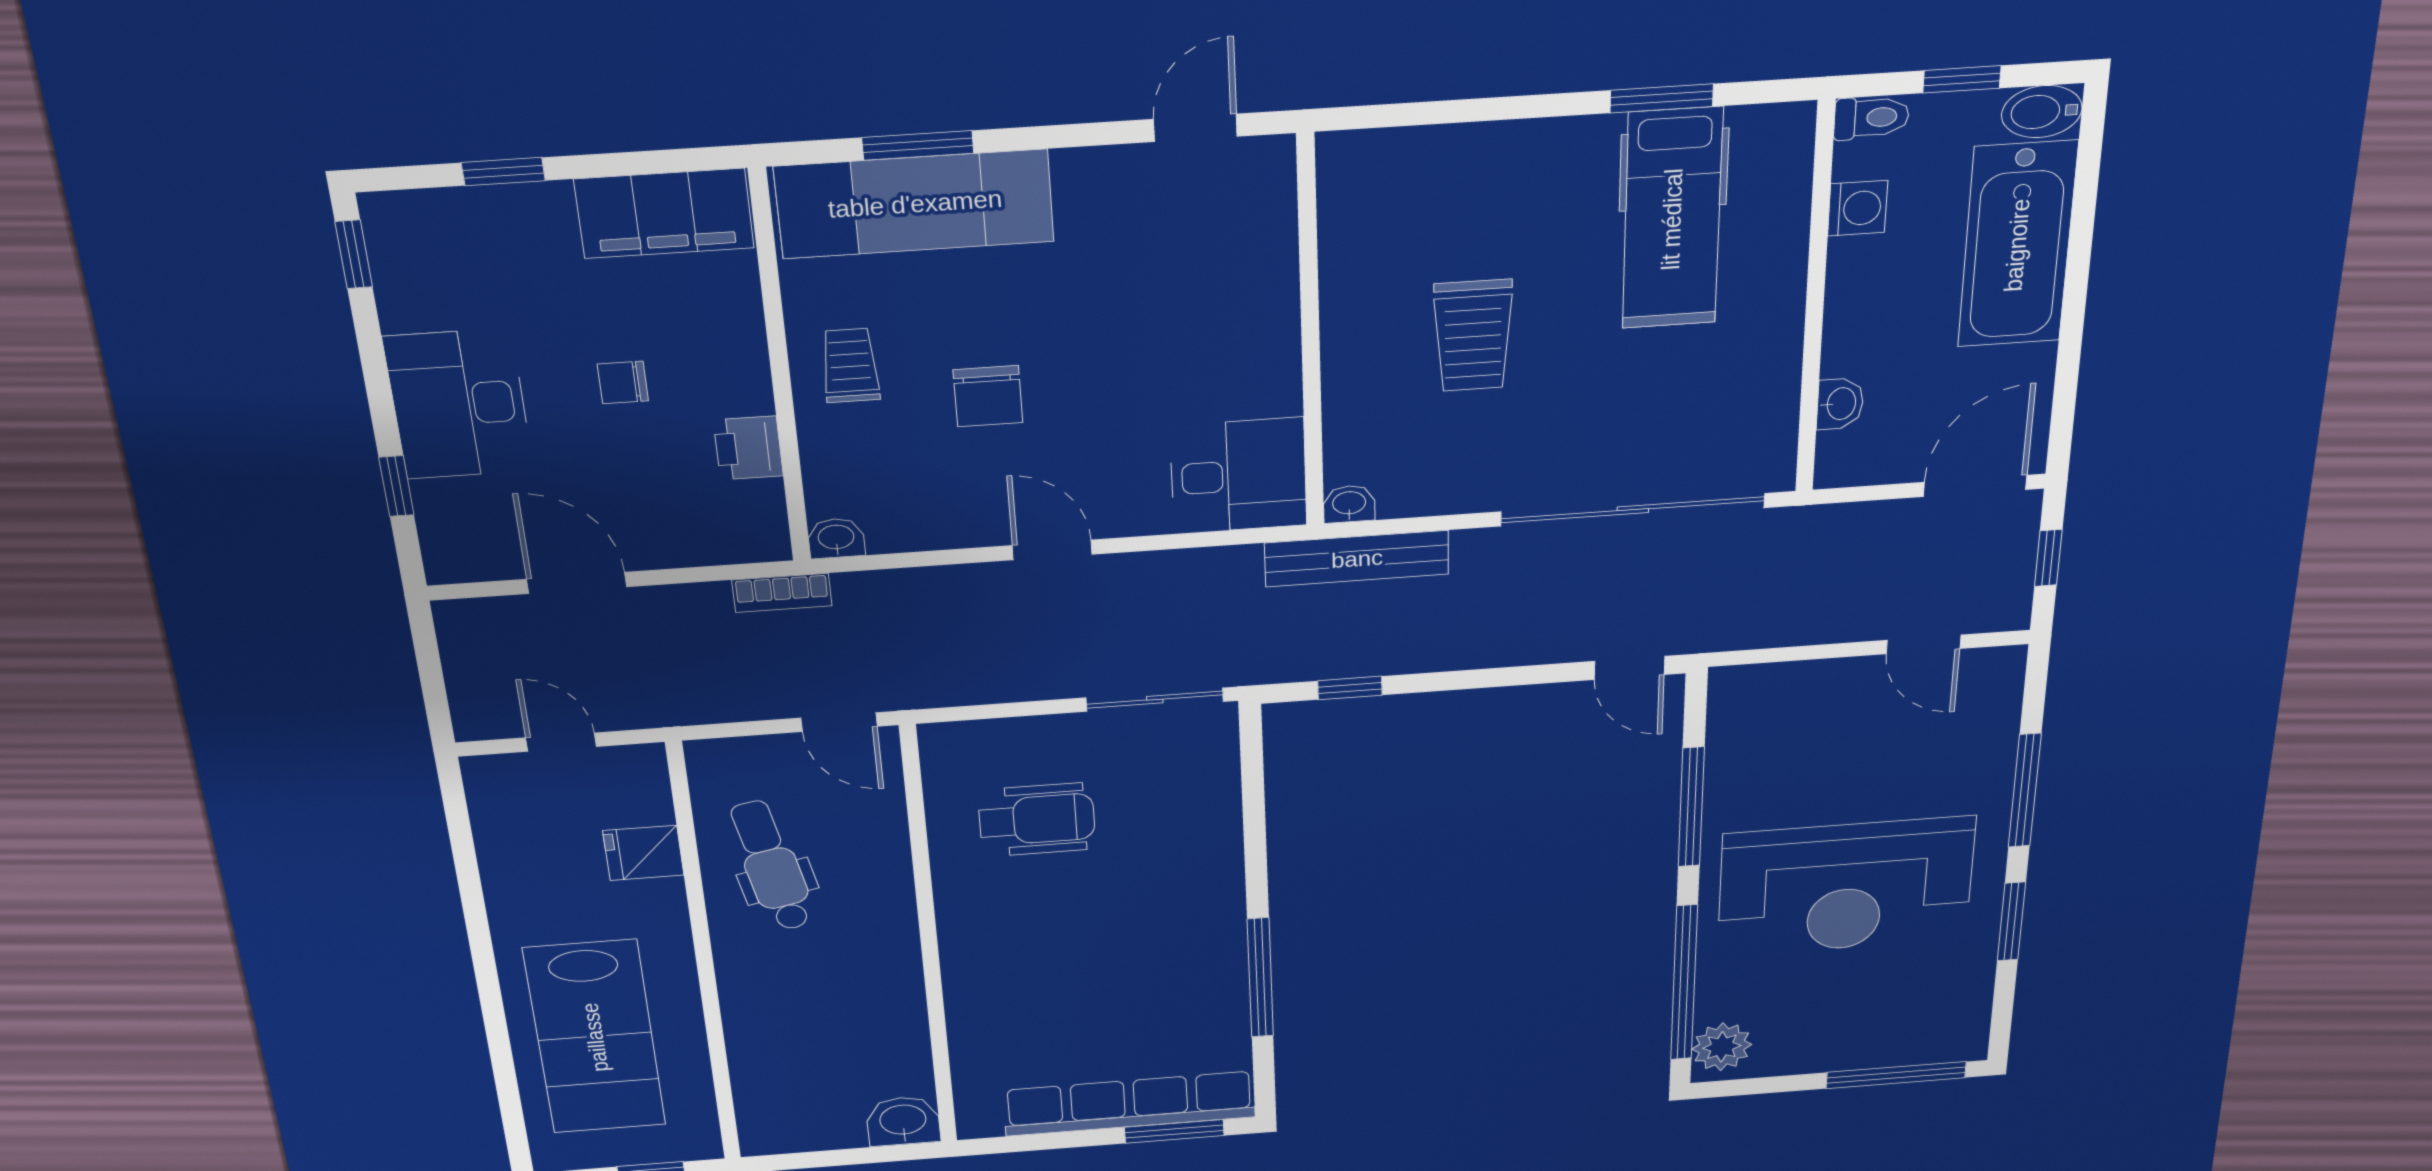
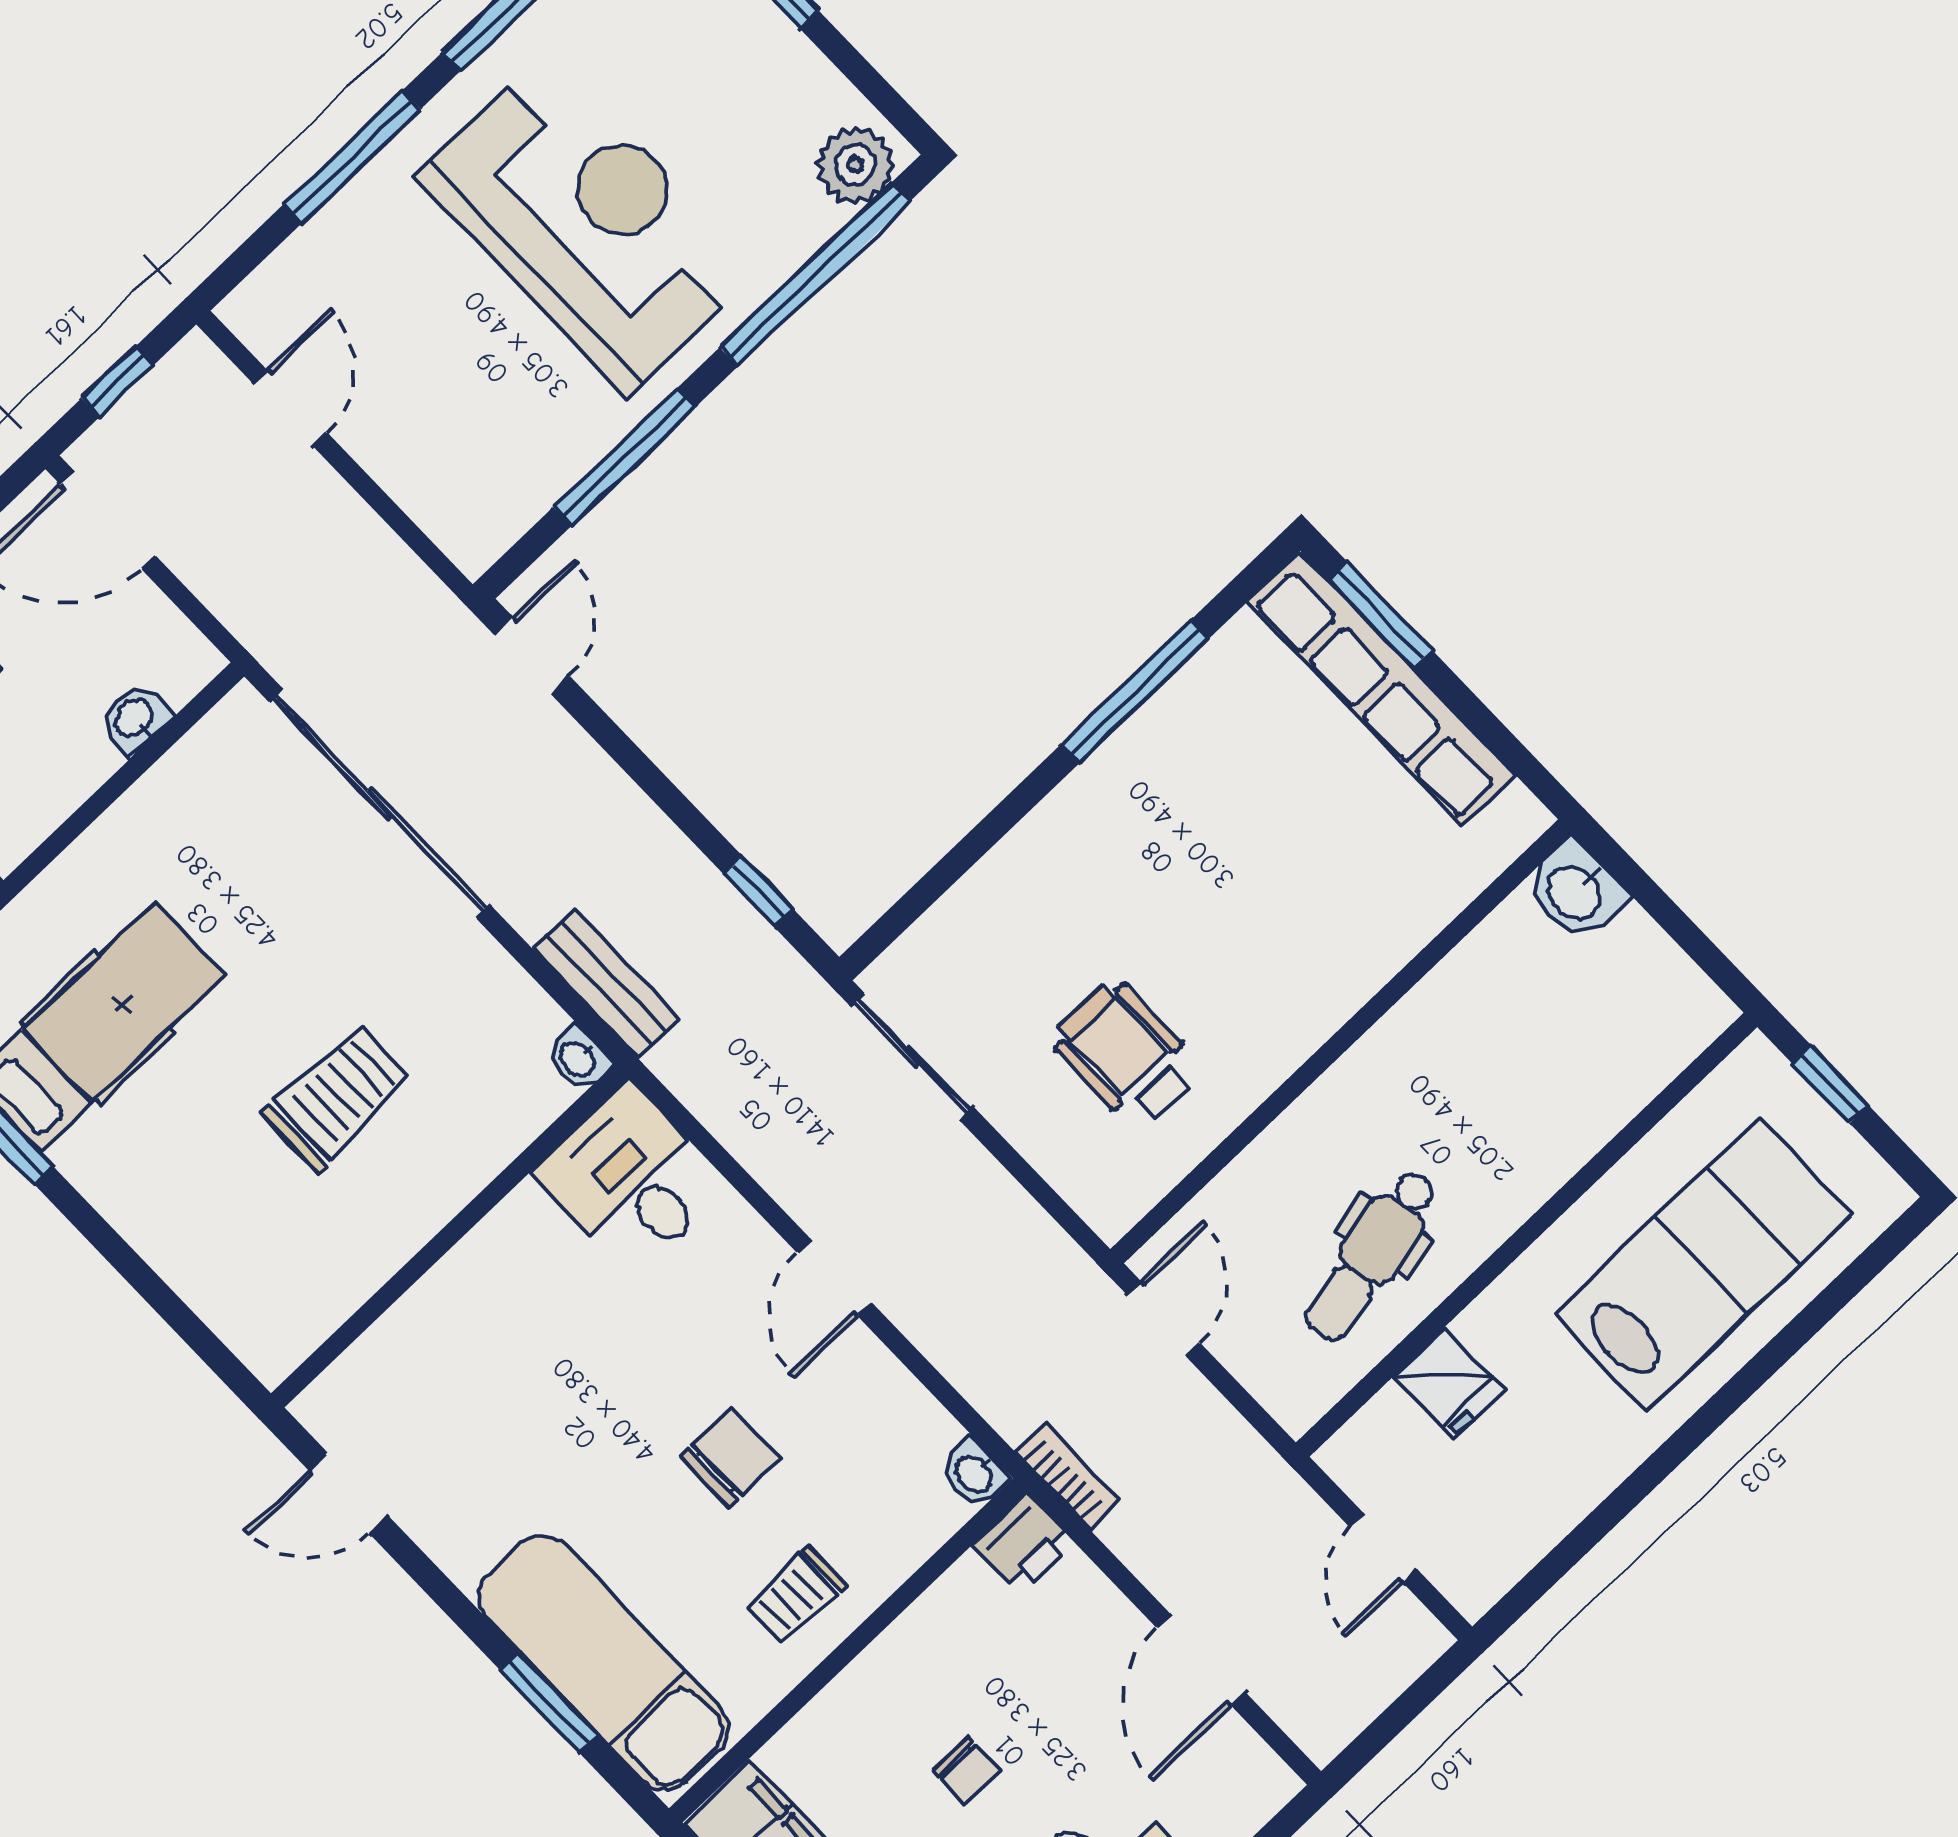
printer: (748, 448) -> (1023, 1543), moved
bench: (1357, 559) -> (606, 983), width x0.73

